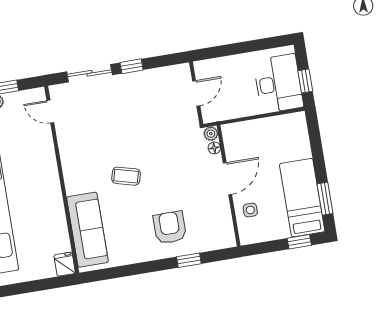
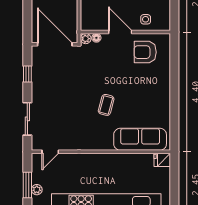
window: (132, 66) -> (27, 74), moved
door: (196, 93) -> (55, 44), width x1.87
armchair: (170, 227) -> (145, 52), moved
window: (189, 260) -> (174, 70), removed

